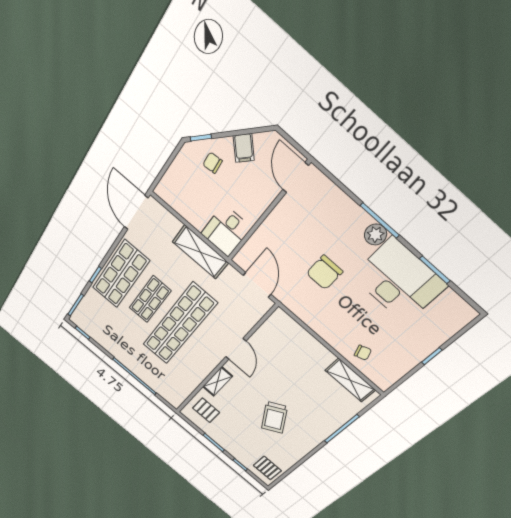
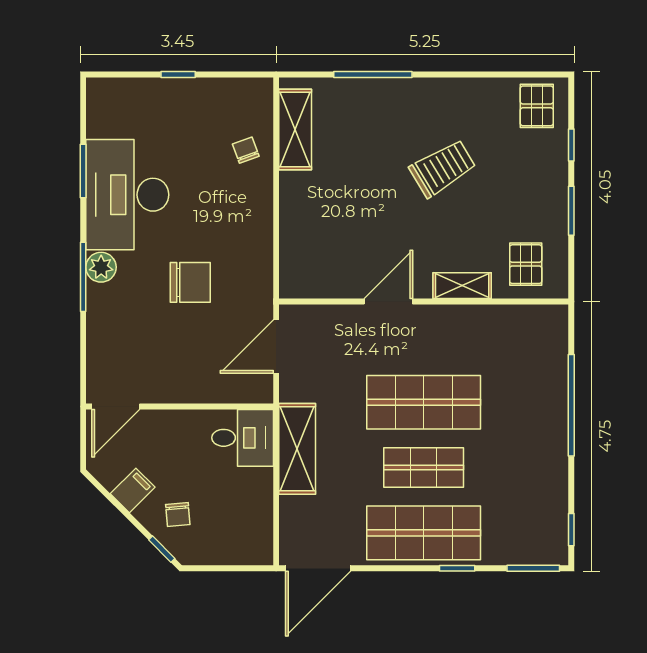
shop shelf: (179, 324) -> (424, 402), width x0.71

